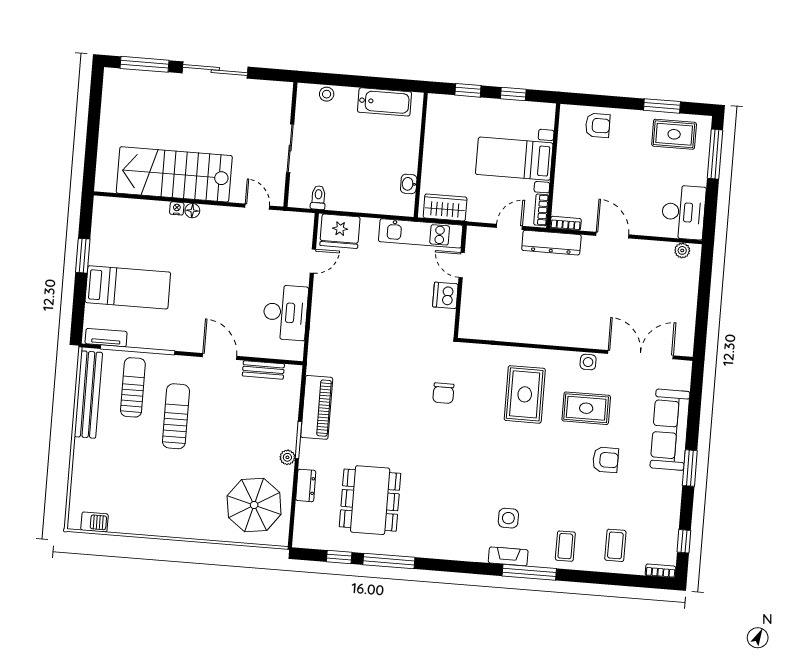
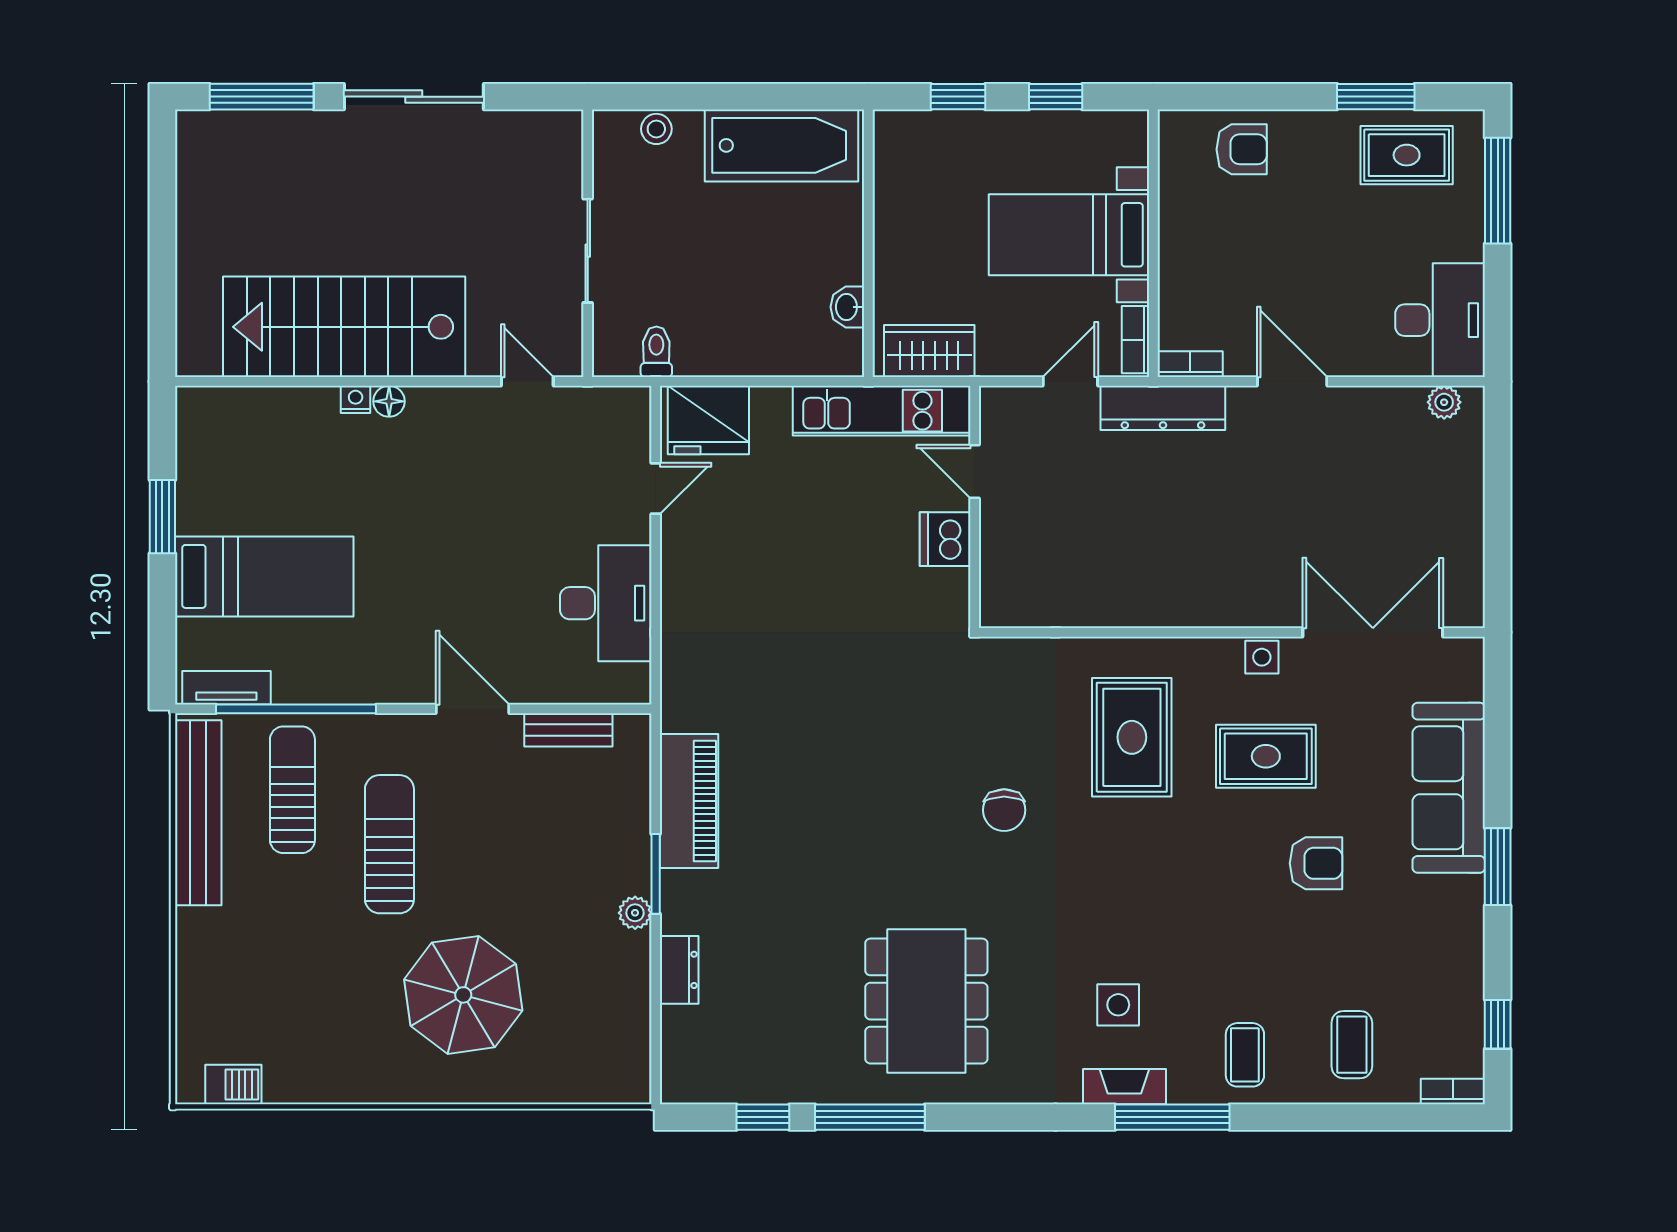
bathtub: (384, 102) -> (782, 145), width x1.36, depth x1.36
chair: (443, 393) -> (1004, 810), moved
dining table: (370, 500) -> (926, 1001), moved
parasol: (254, 505) -> (463, 995), moved

